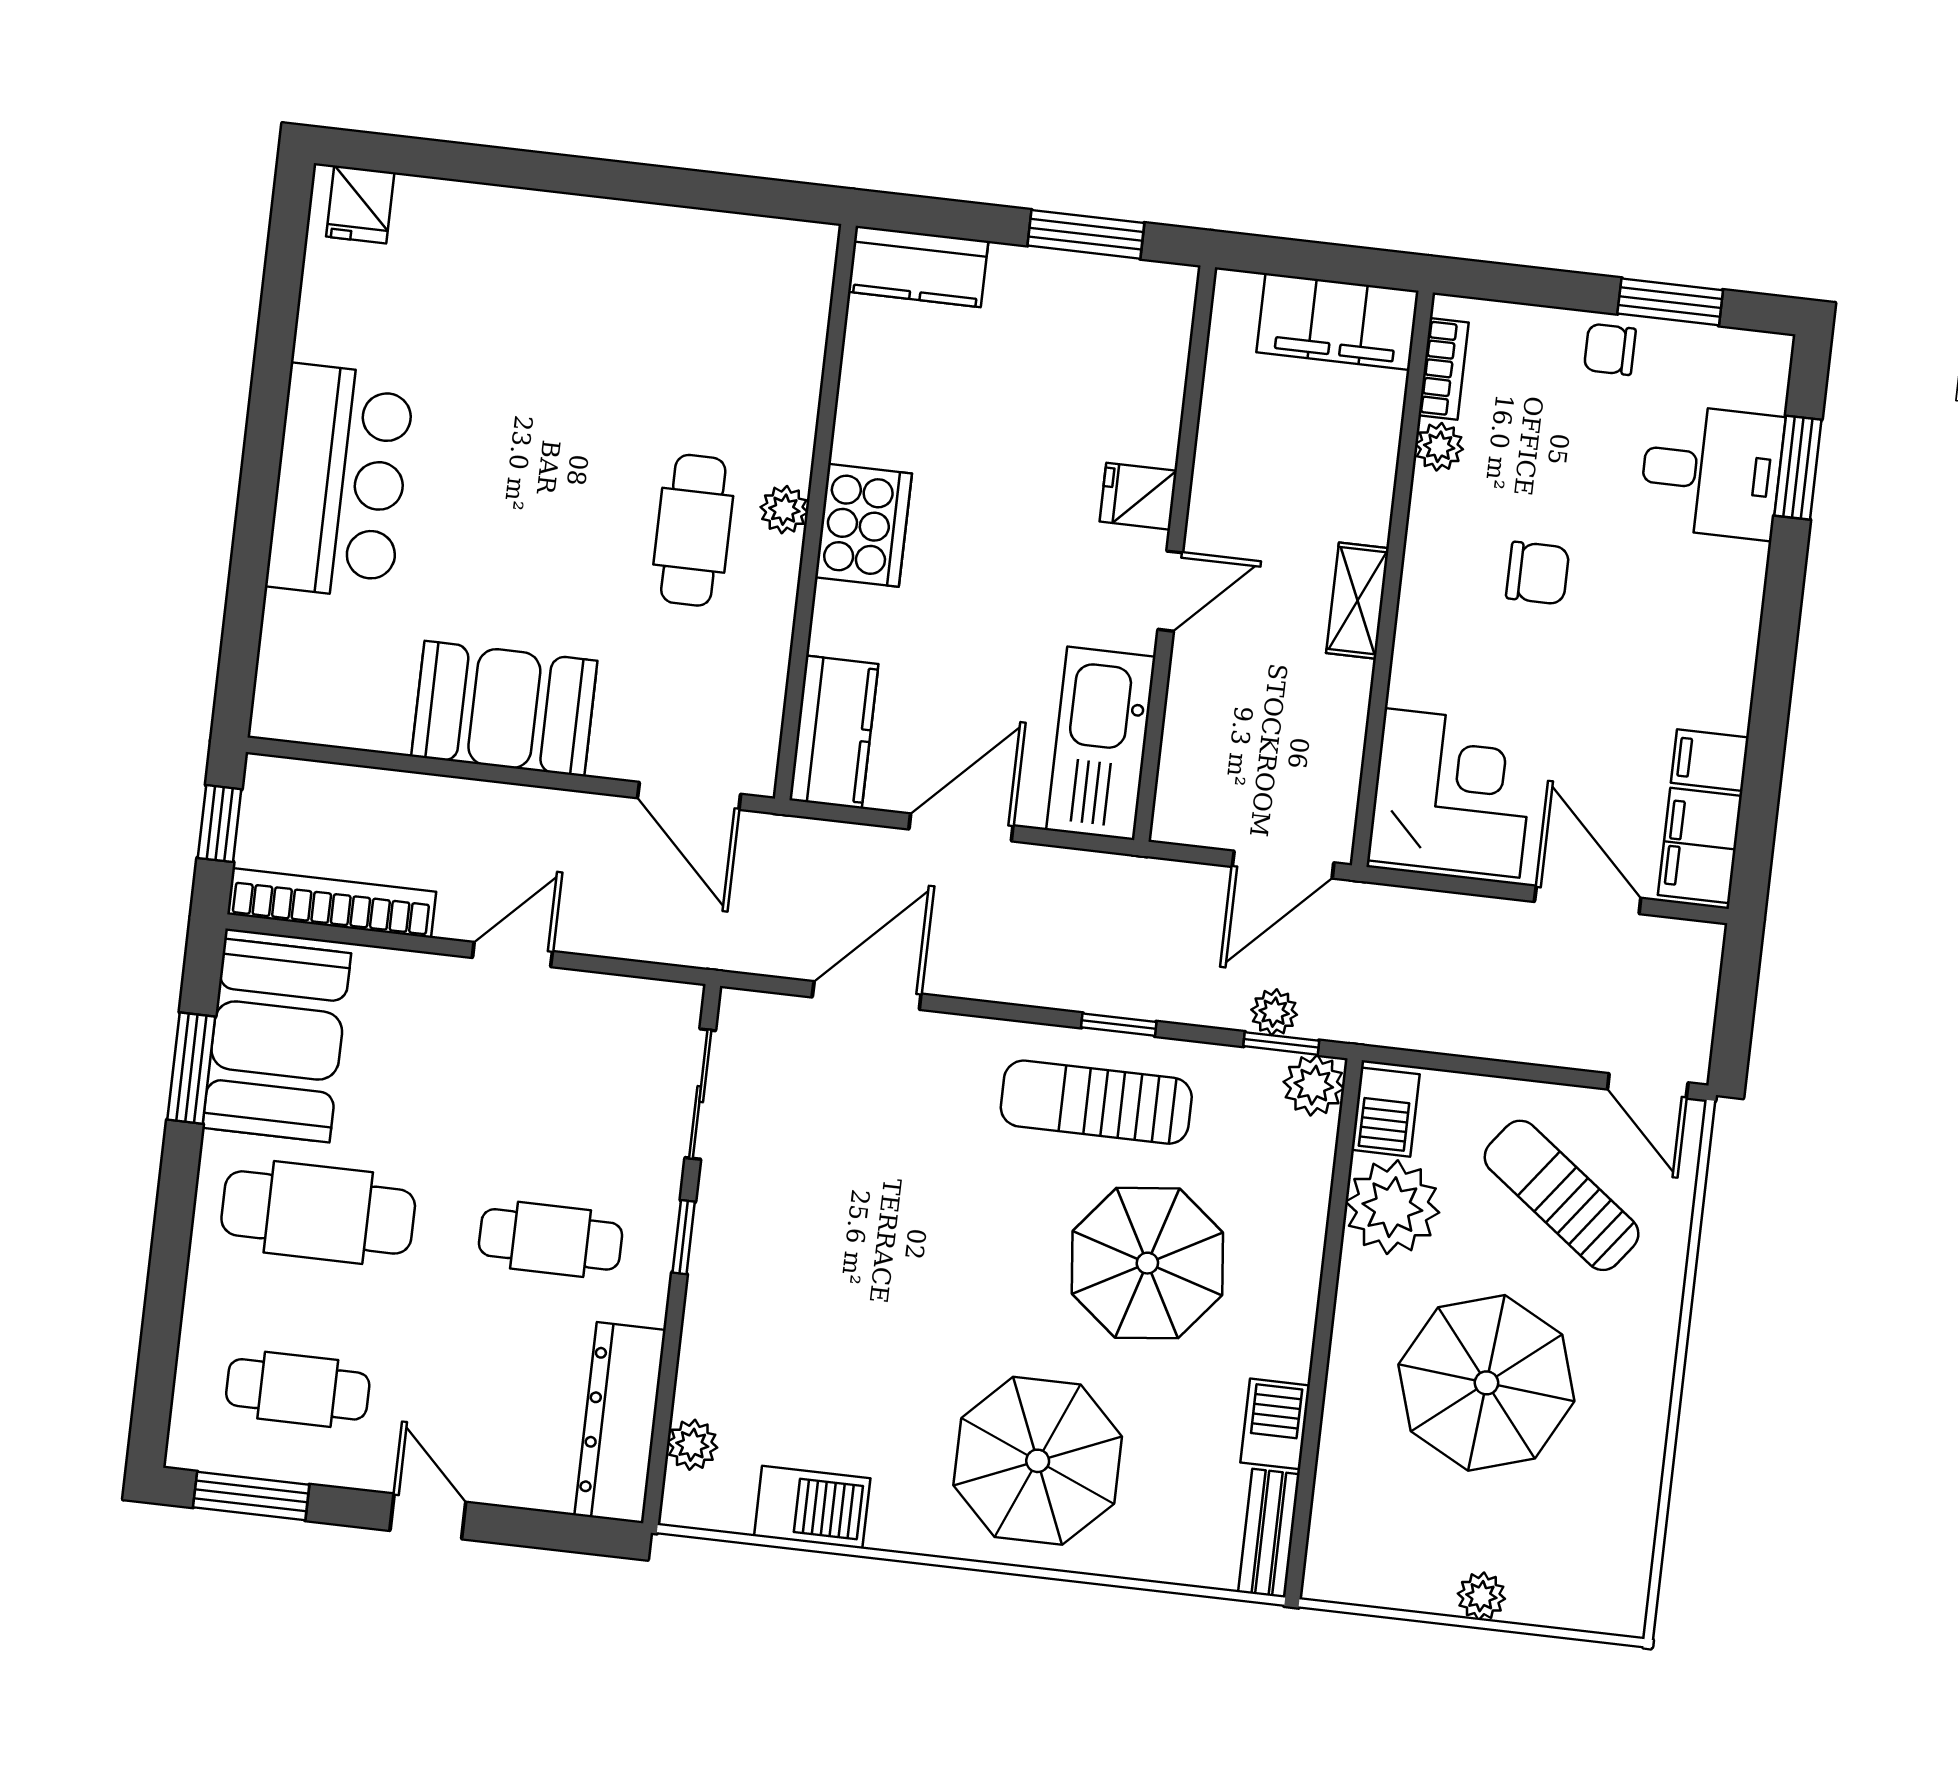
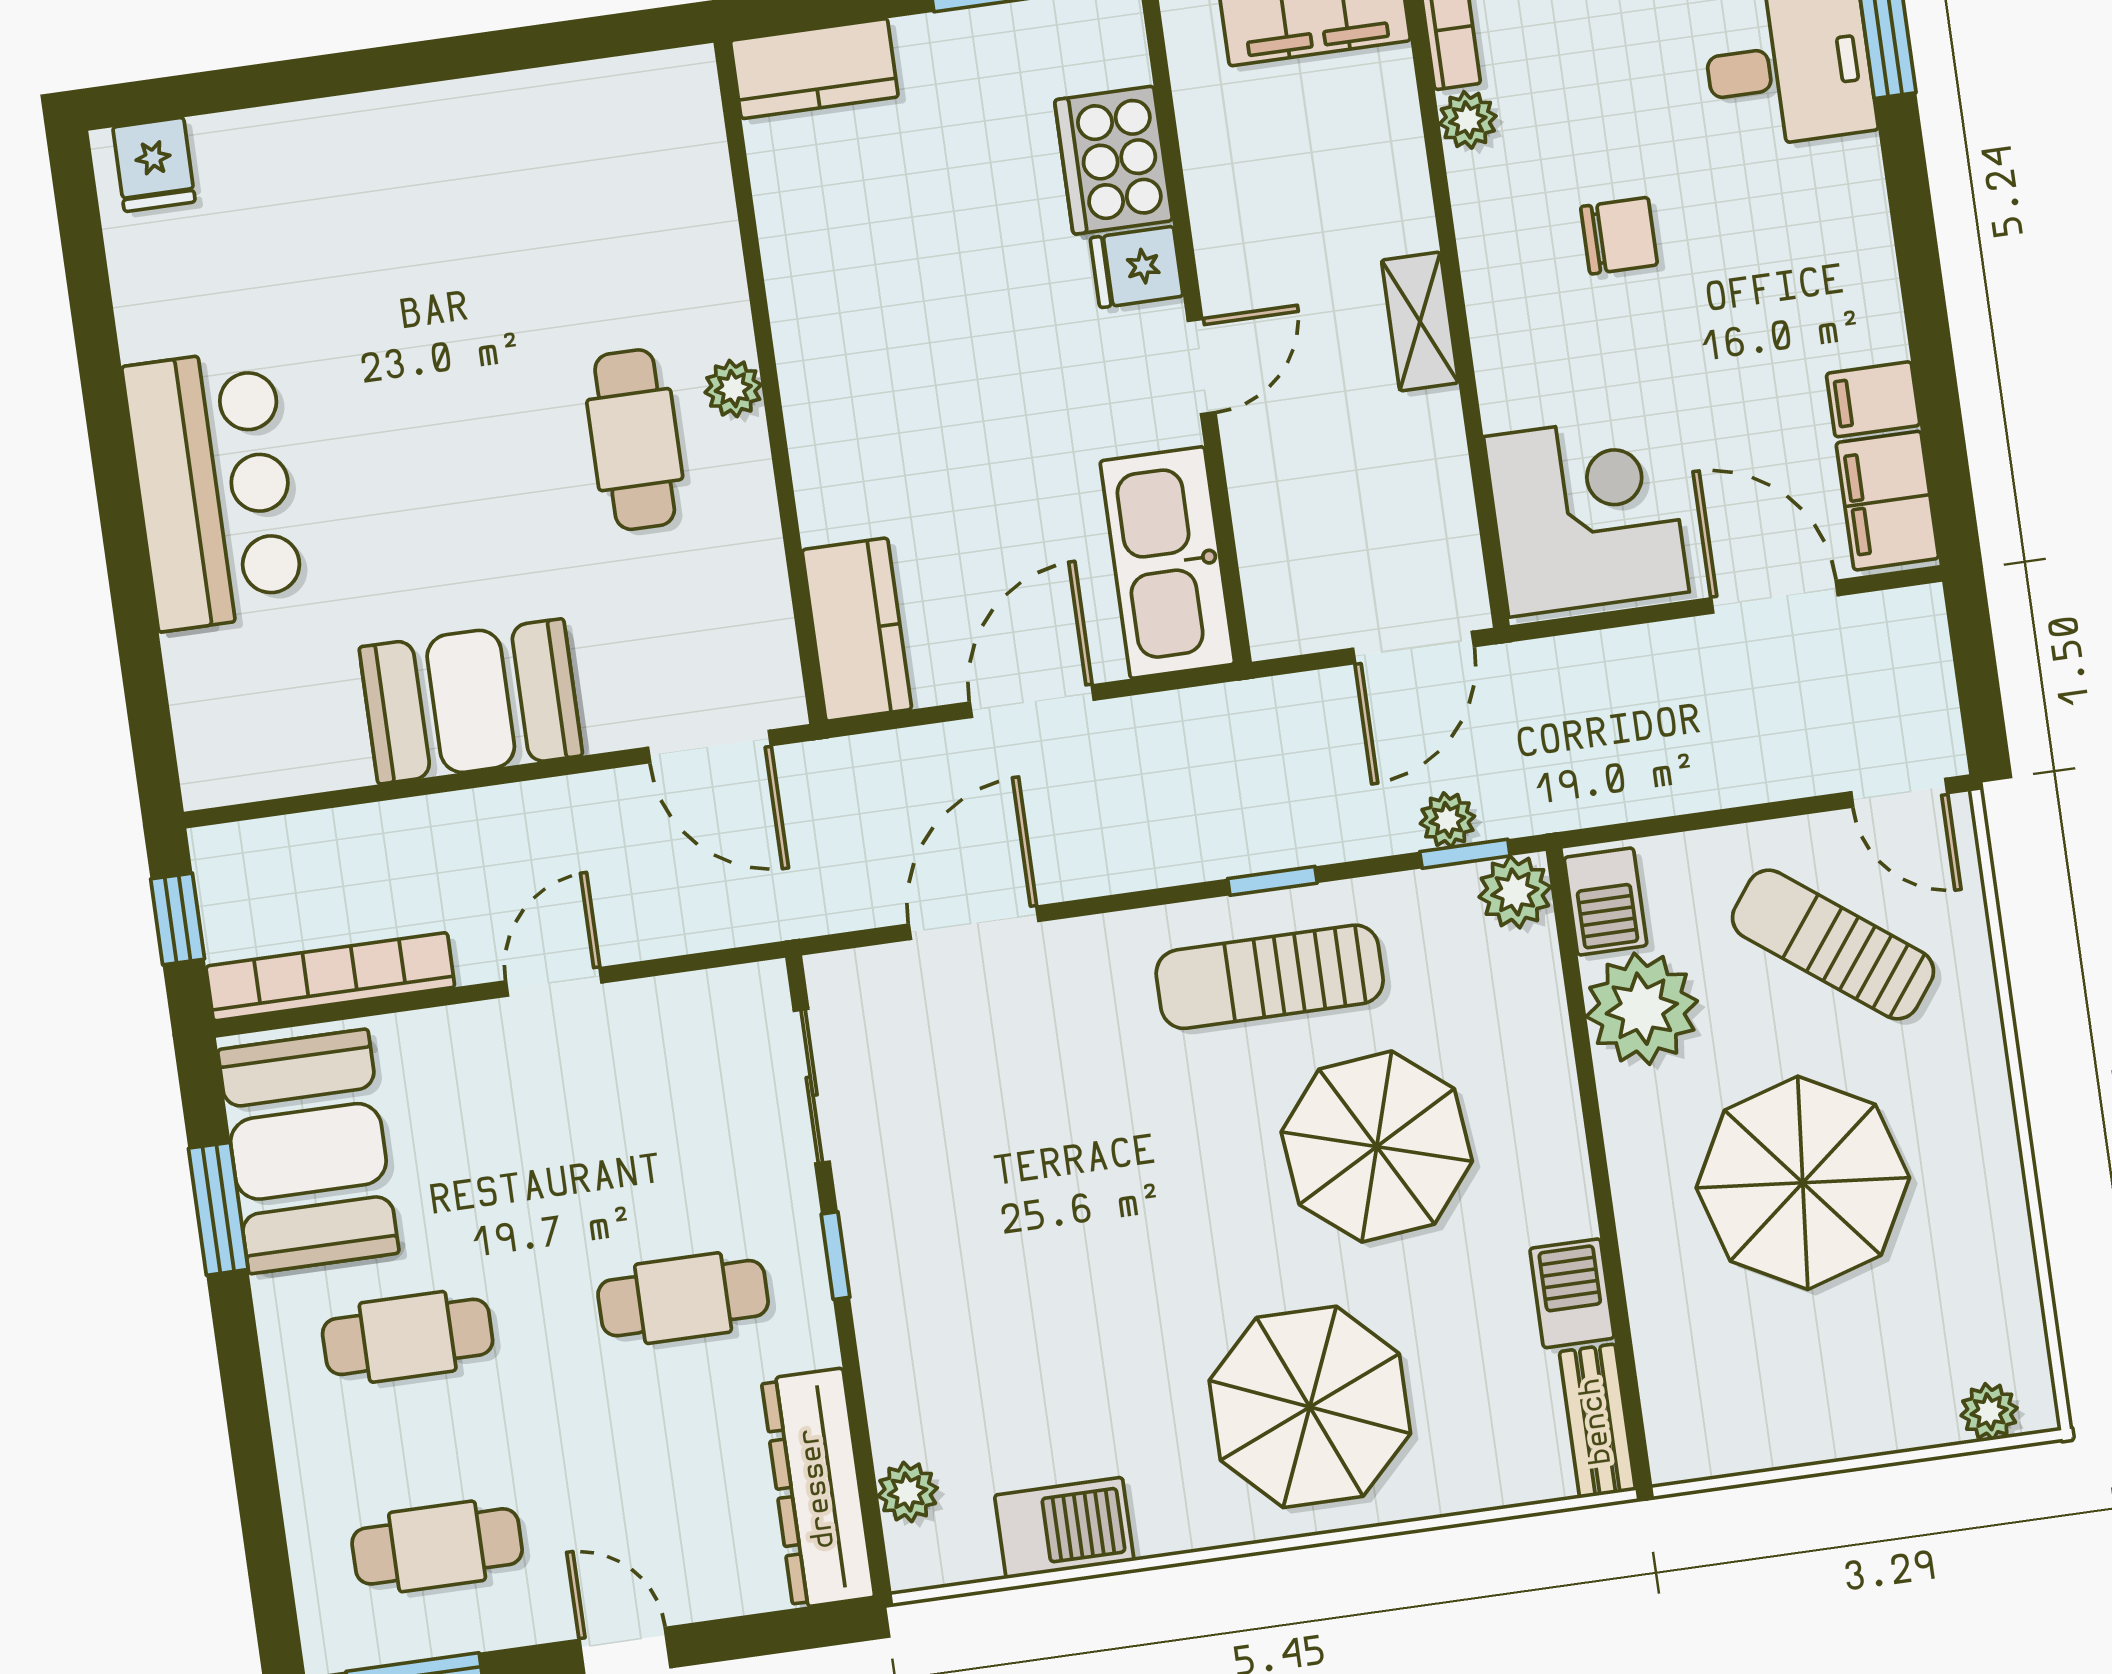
cooker: (863, 525) -> (1113, 160), moved, turned 180
cafe table: (318, 1212) -> (408, 1337), width x0.73, depth x0.74
plant: (1481, 1596) -> (1989, 1412), moved

